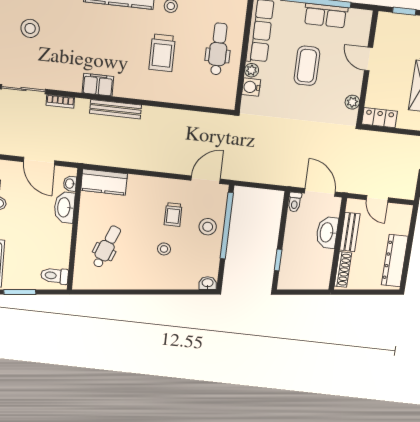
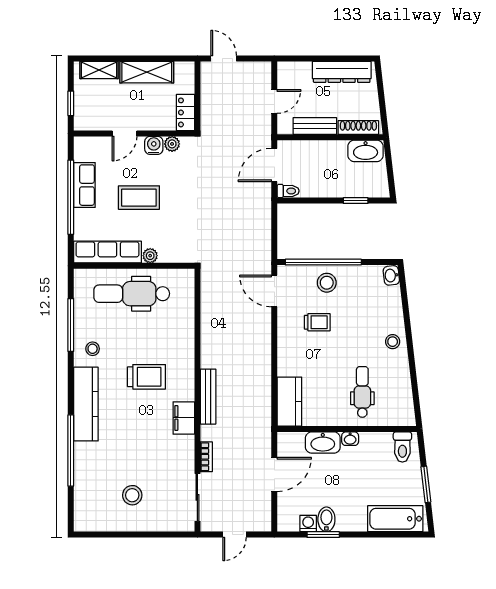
dental chair: (218, 49) -> (132, 294), width x1.36, depth x1.38
trolley: (162, 53) -> (146, 377), moved
water cooler: (251, 87) -> (154, 145), moved, turned 180
washbasin: (70, 184) -> (350, 439), moved
washbasin: (327, 232) -> (366, 151), moved
dental chair: (107, 247) -> (362, 392), turned 69
stool: (164, 249) -> (393, 342), moved

